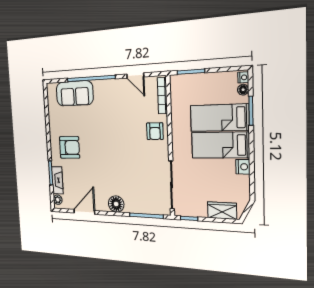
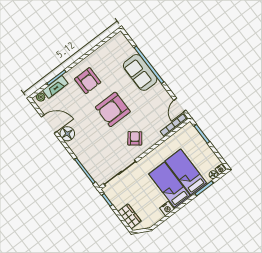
door: (135, 75) -> (180, 105), moved
sofa: (75, 93) -> (140, 72), moved
armchair: (155, 131) -> (135, 138), moved, turned 128
armchair: (108, 144) -> (113, 109), added
floor lamp: (116, 204) -> (67, 134), moved

